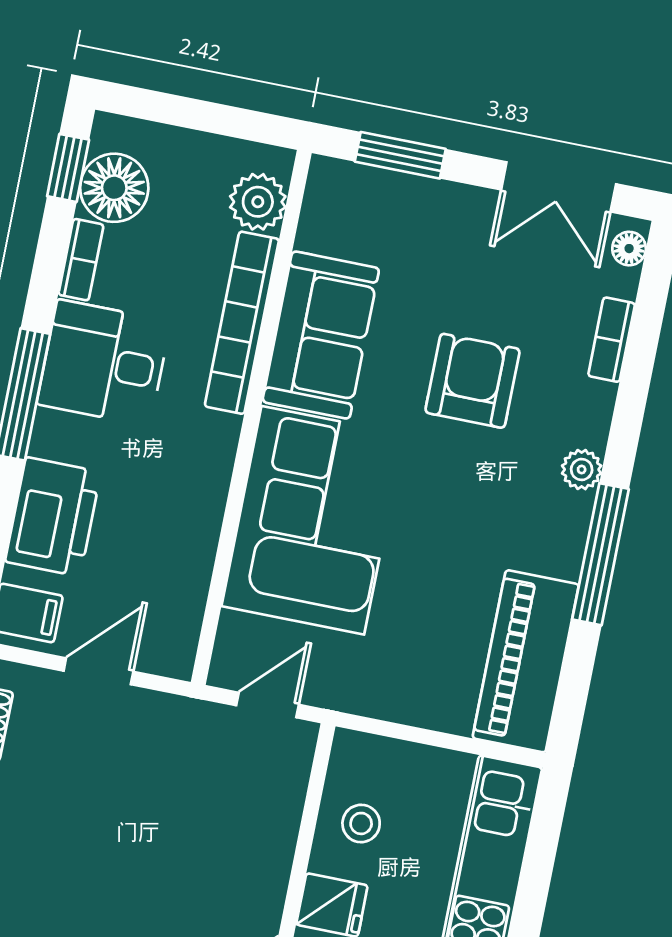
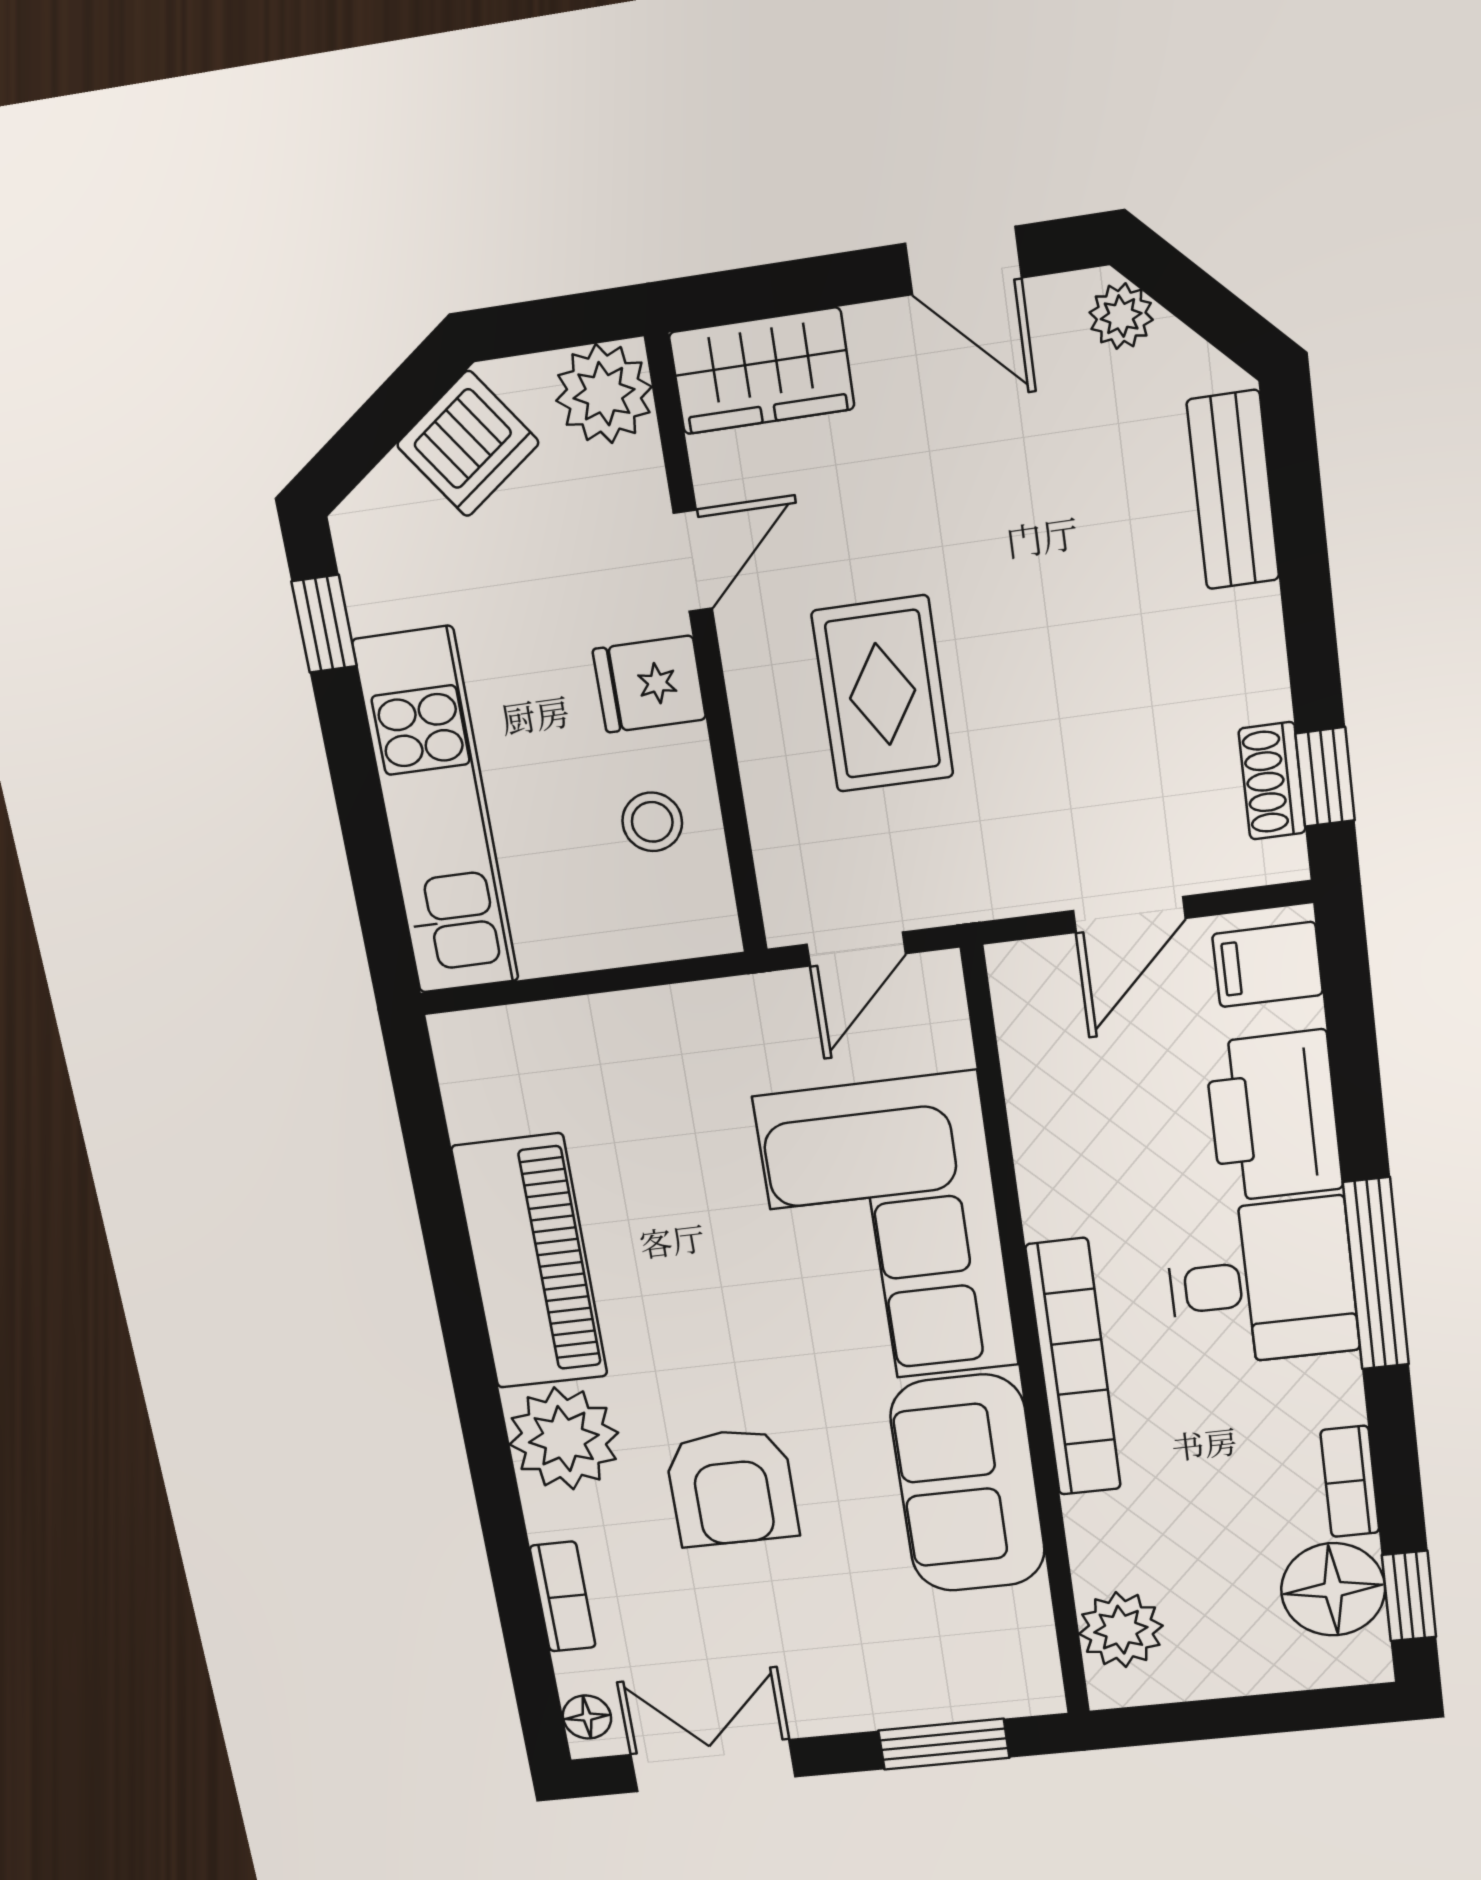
bookcase: (242, 323) -> (1073, 1368), moved
desk: (104, 363) -> (1262, 1283), moved
plant: (582, 470) -> (564, 1439), width x1.88, depth x1.88
window: (600, 554) -> (461, 1314), removed
piano: (526, 661) -> (530, 1262), moved
rug: (198, 852) -> (883, 694), added

